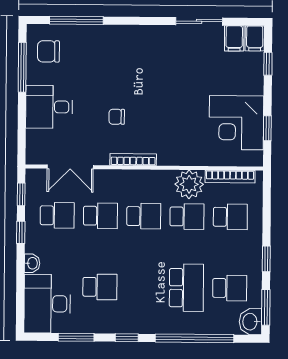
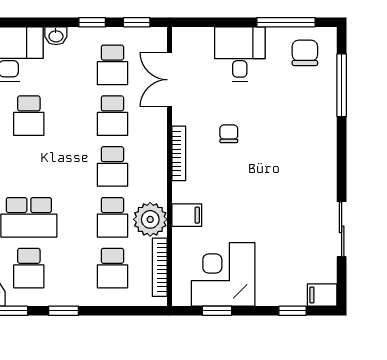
filing cabinet: (234, 38) -> (187, 215), moved, turned 180

